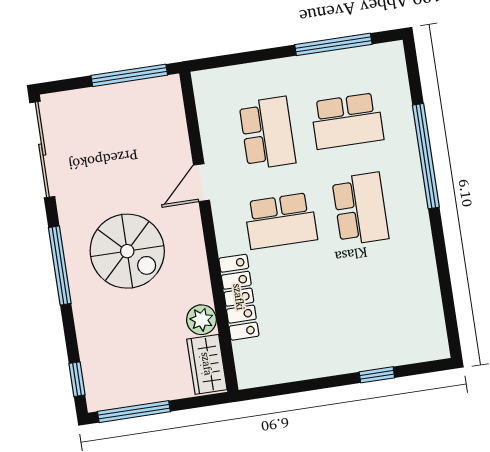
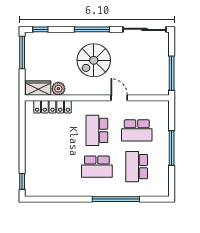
window: (333, 44) -> (172, 148), moved
locker: (239, 297) -> (52, 107), moved
window: (377, 375) -> (22, 181), moved

